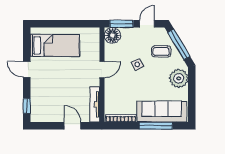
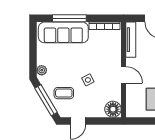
window: (121, 24) -> (104, 121), removed
door: (102, 70) -> (124, 75), swing flipped
plant: (179, 78) -> (42, 70), width x0.53, depth x0.53

